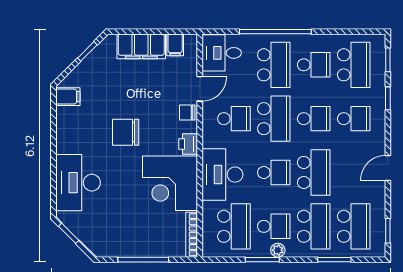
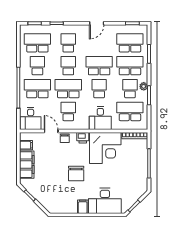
filing cabinet: (68, 97) -> (83, 207), moved
door: (388, 168) -> (97, 23), hinge flipped
desk: (222, 175) -> (100, 118), width x0.73

